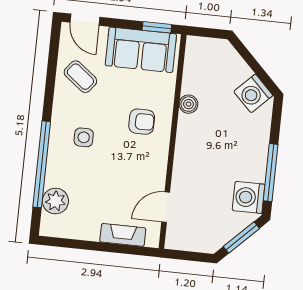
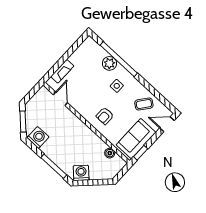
boiler: (188, 104) -> (110, 153), moved
window: (271, 173) -> (54, 166), moved
plant: (55, 201) -> (109, 63), moved

